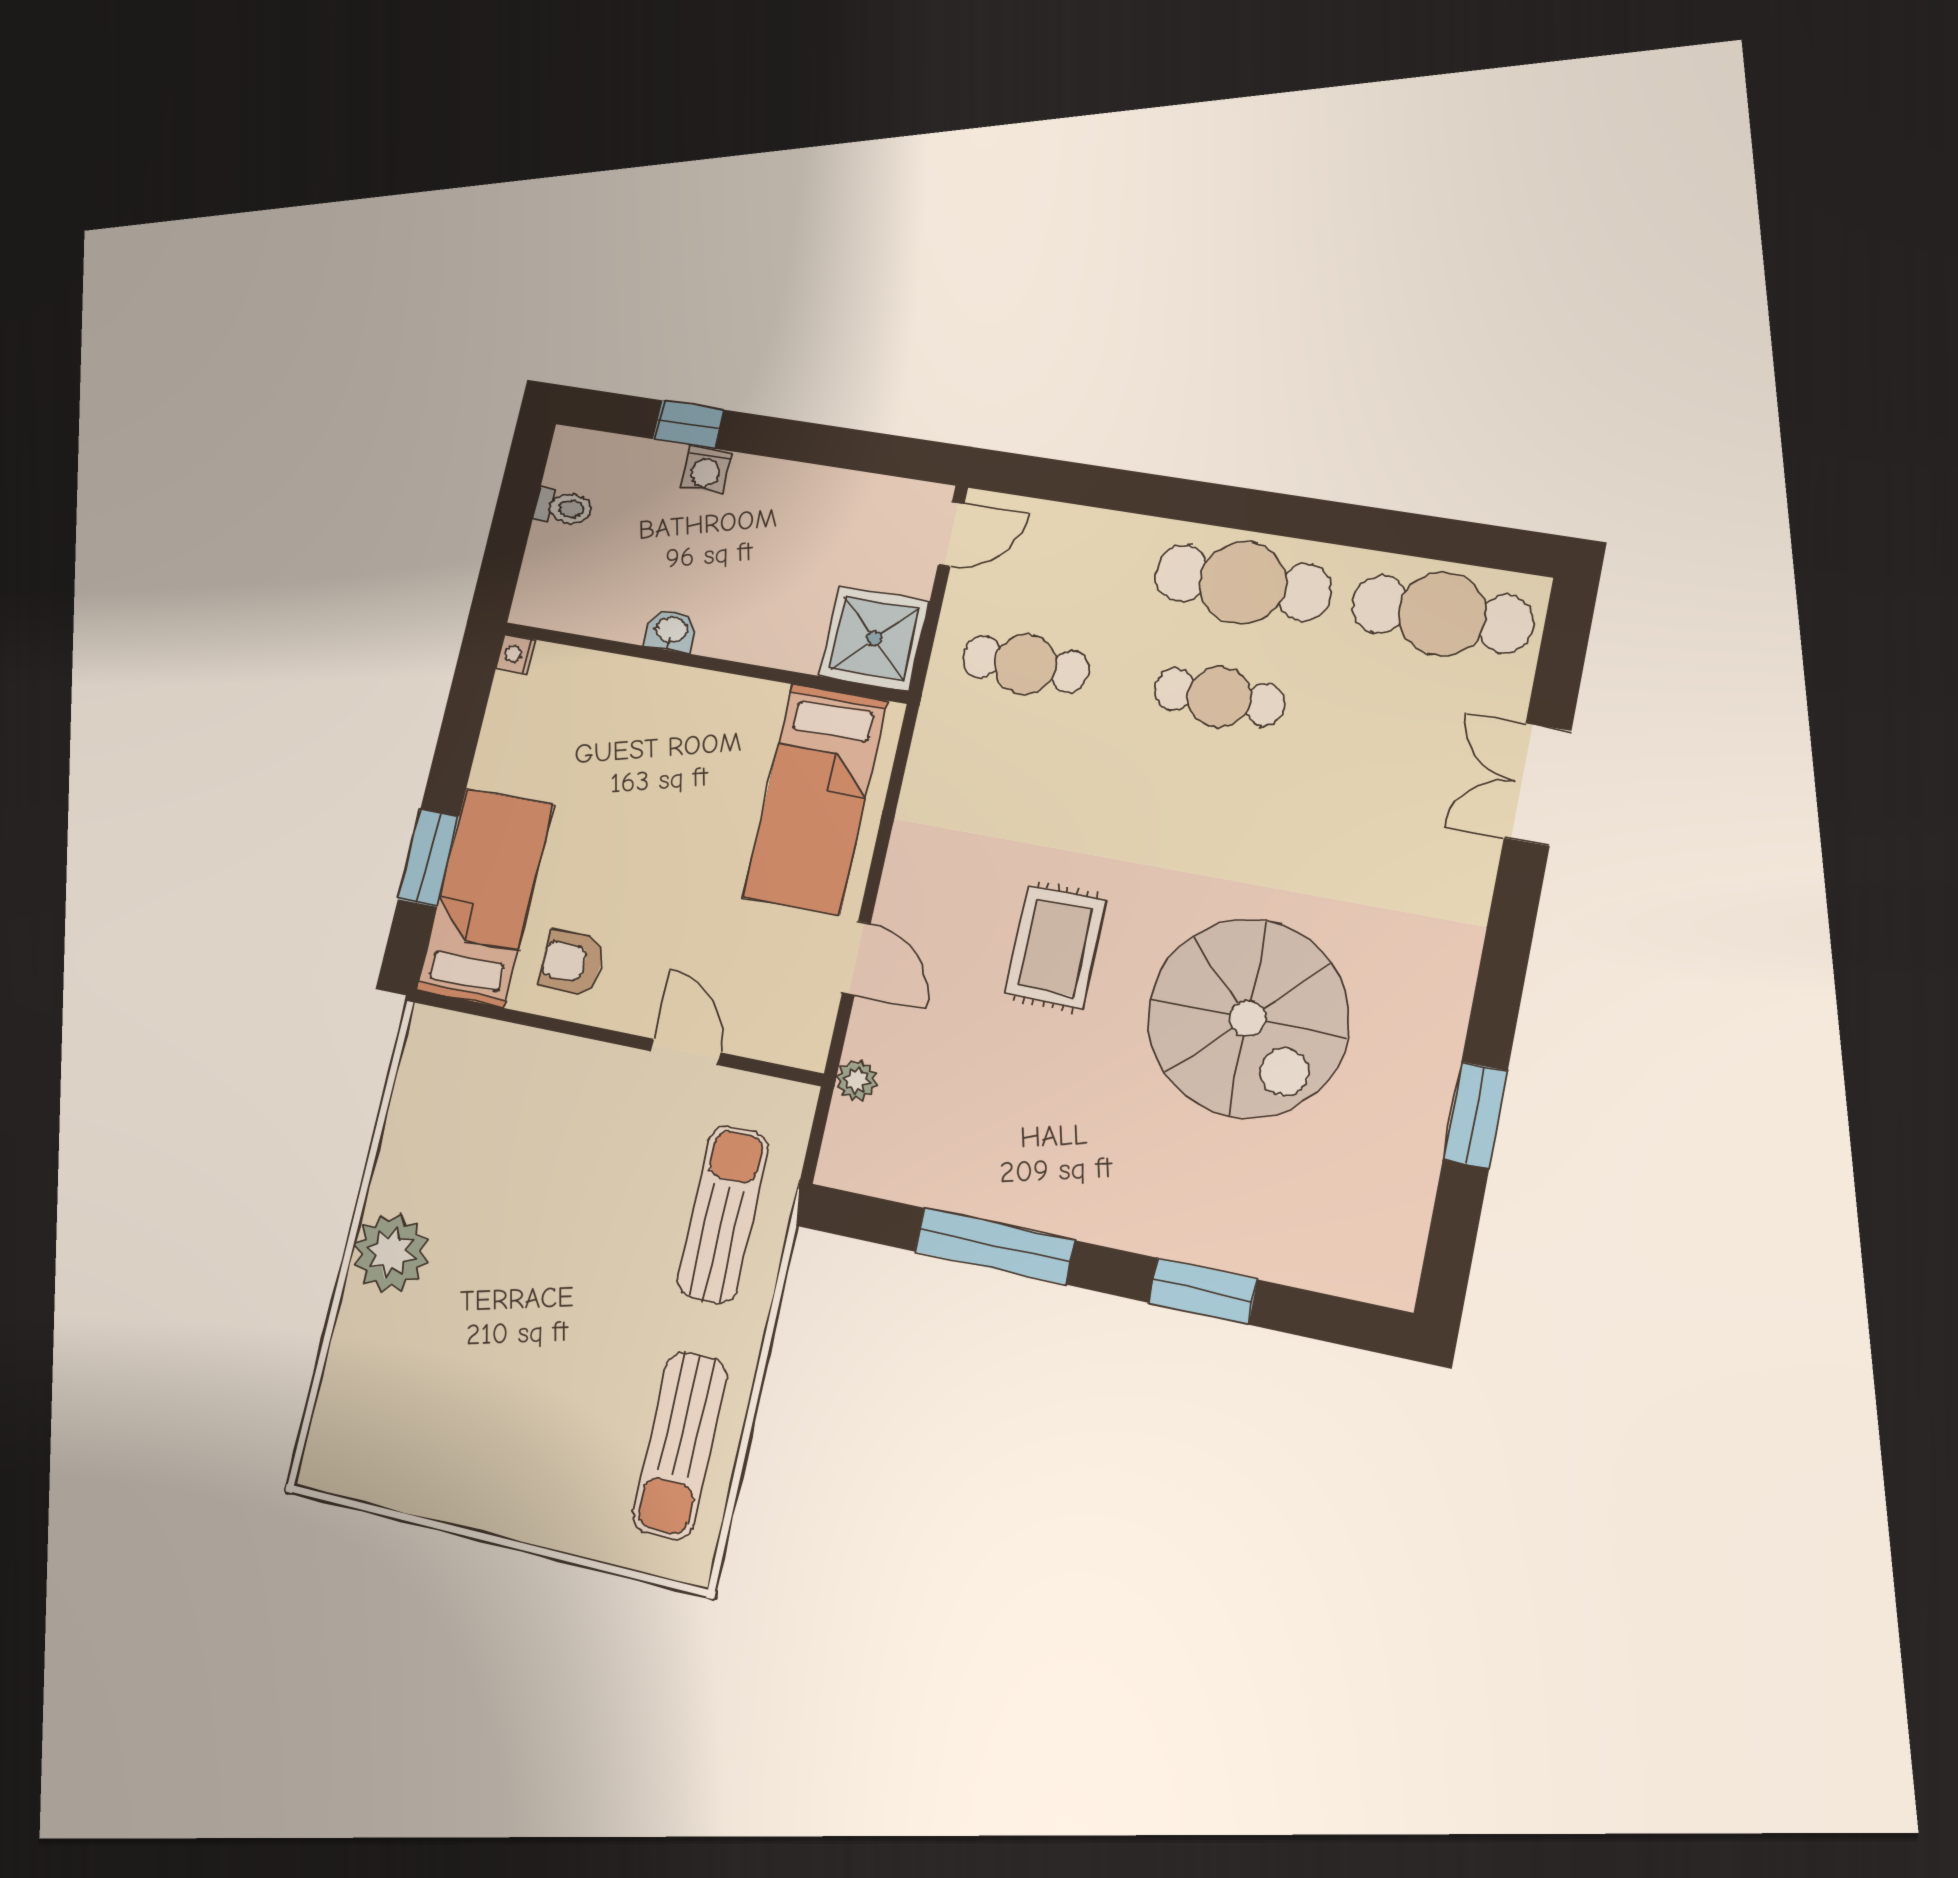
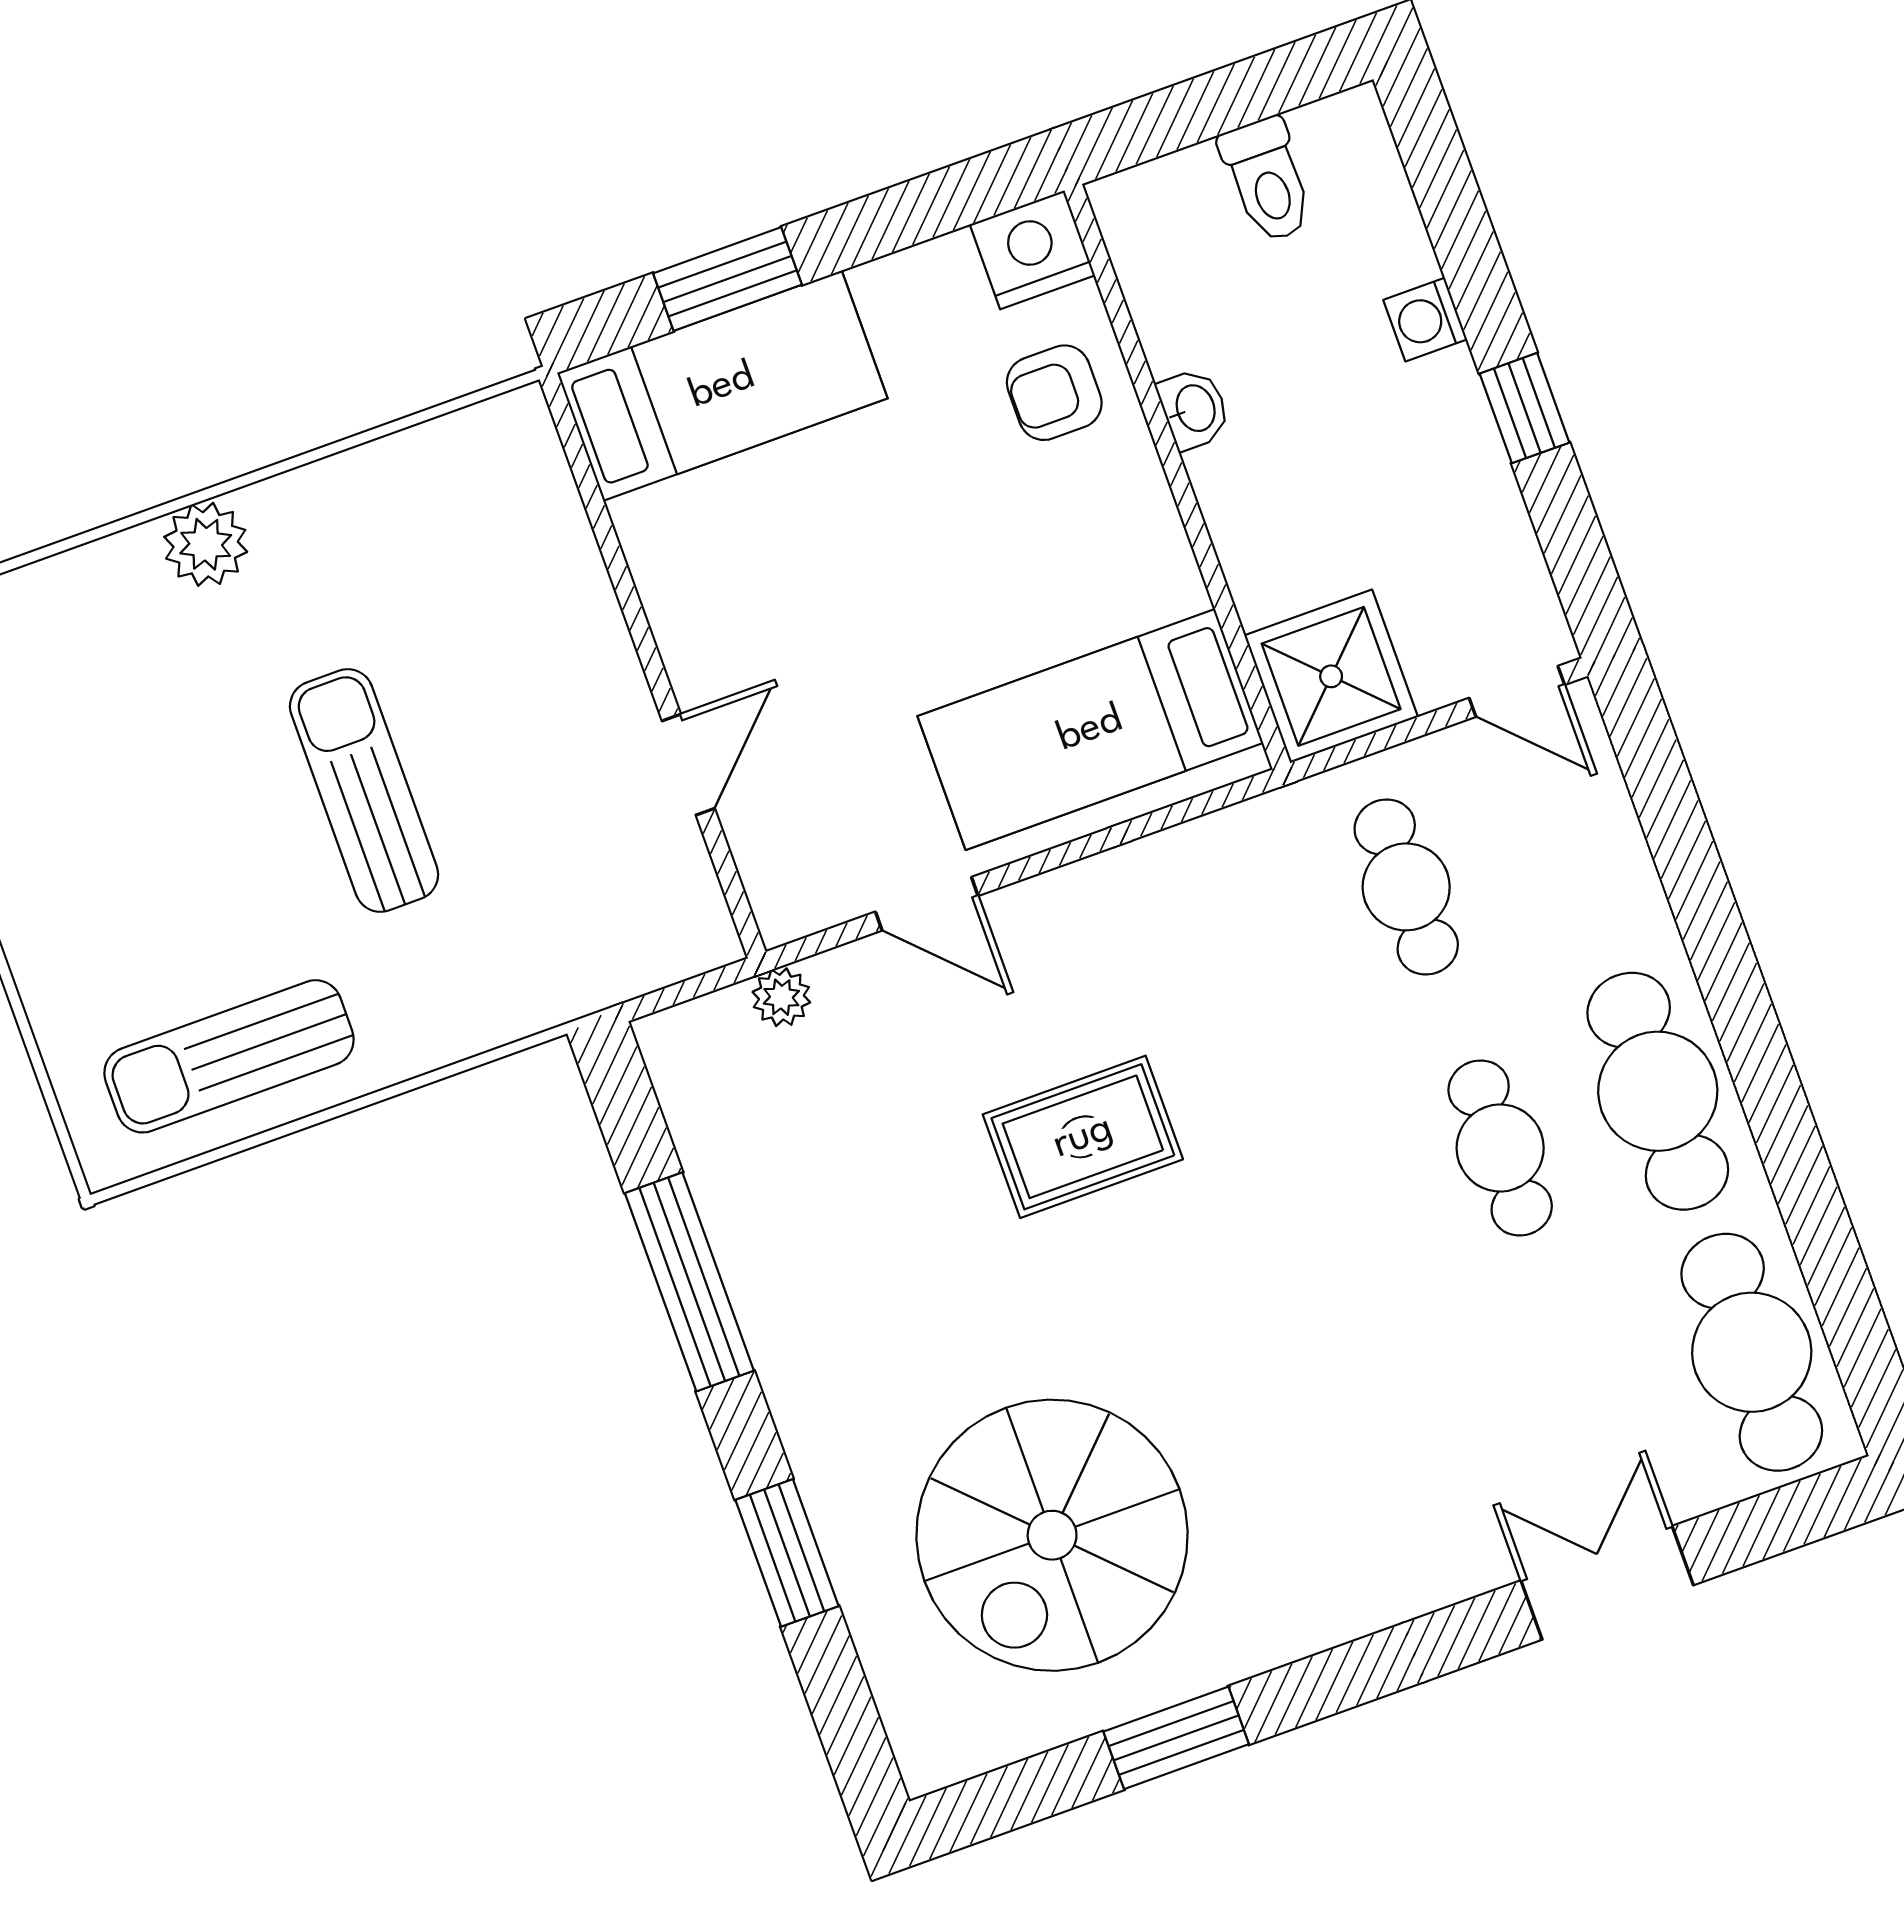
window: (688, 424) -> (1524, 408), moved
toilet: (563, 508) -> (1267, 180), width x1.37, depth x1.39
nightstand: (516, 654) -> (1032, 250), width x1.89, depth x1.79
door: (856, 958) -> (927, 904), hinge flipped
armchair: (572, 963) -> (1054, 393), moved, turned -90
spiral stairs: (1248, 1018) -> (1052, 1535), moved
sun lounger: (723, 1214) -> (364, 790), moved, turned -90
plant: (391, 1253) -> (206, 544), width x0.73, depth x0.73

